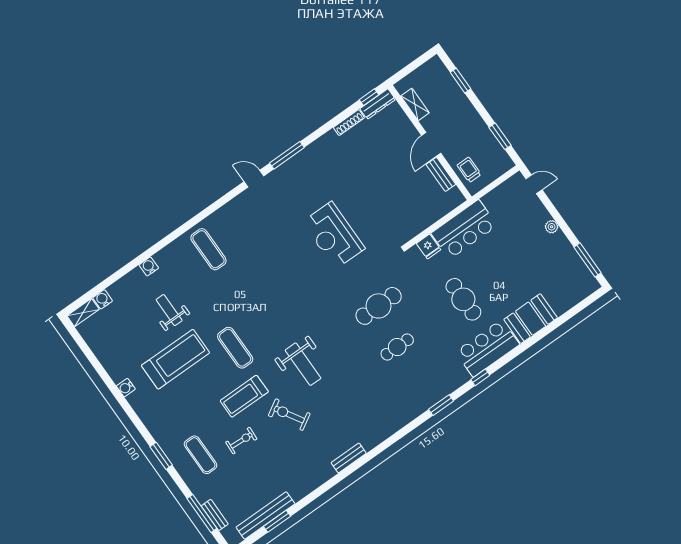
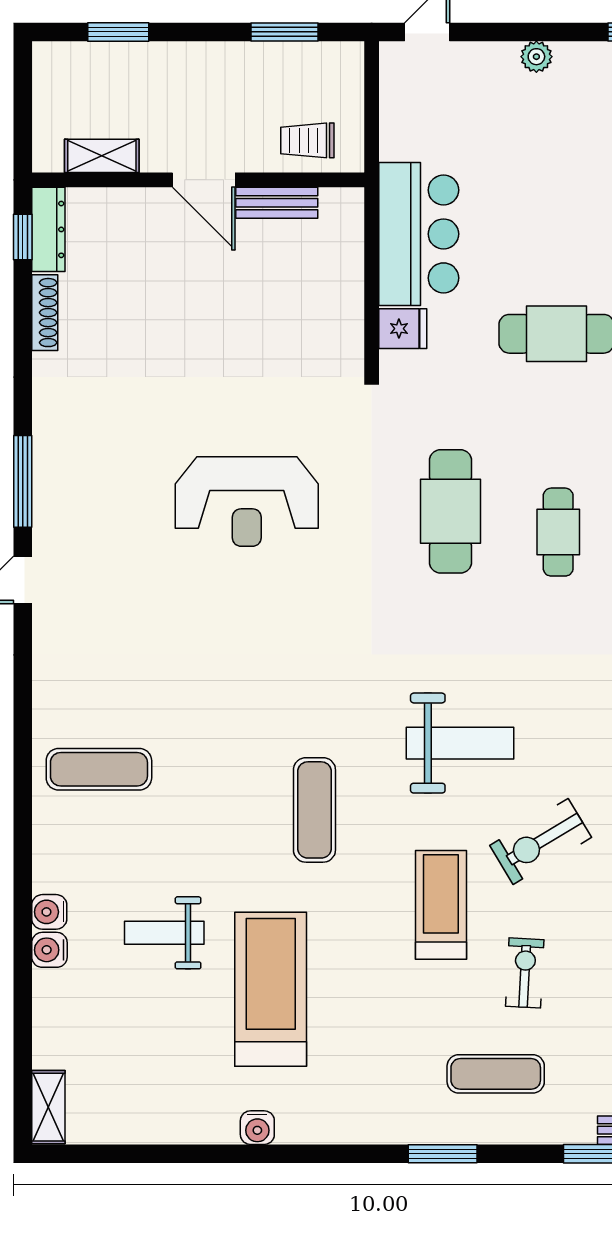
water cooler: (103, 299) -> (49, 950), moved
exercise mat: (235, 348) -> (314, 810), moved, turned 90
treadmill: (244, 396) -> (441, 905), turned 180

